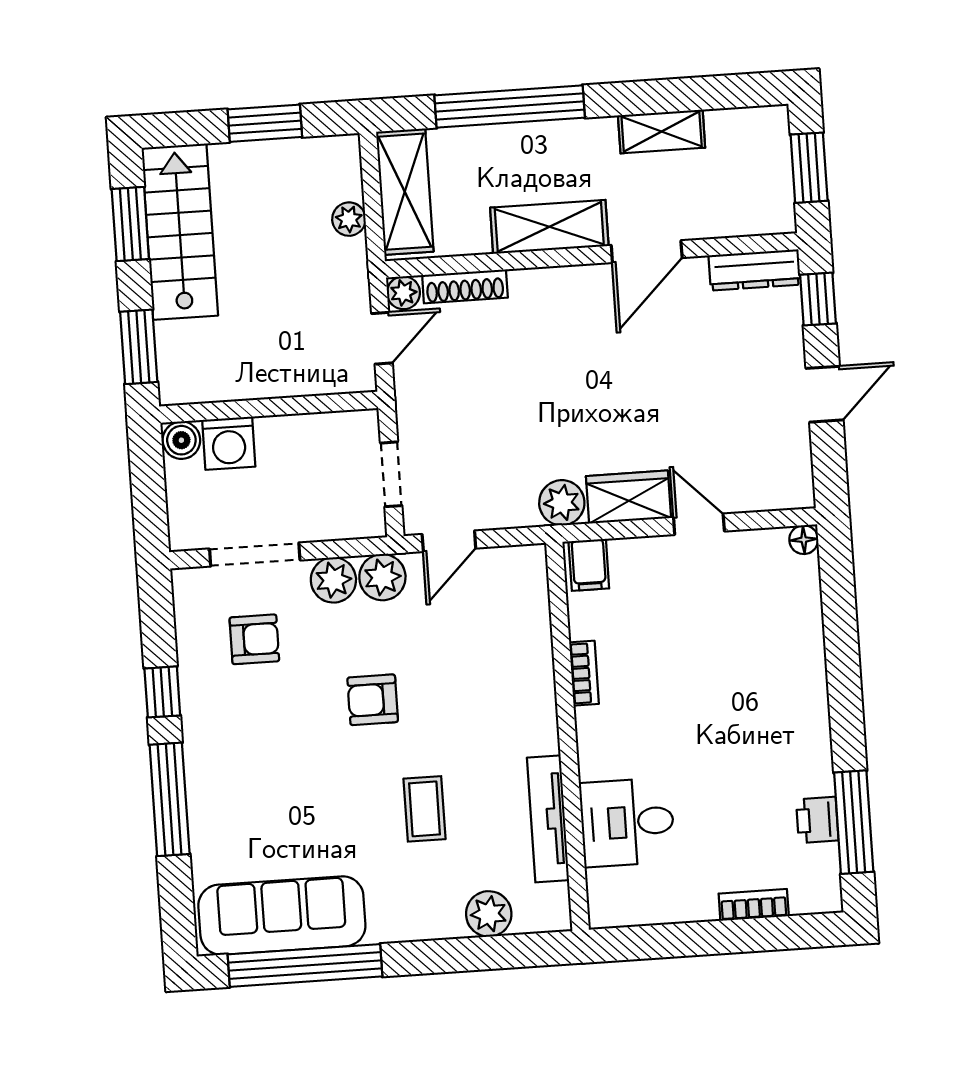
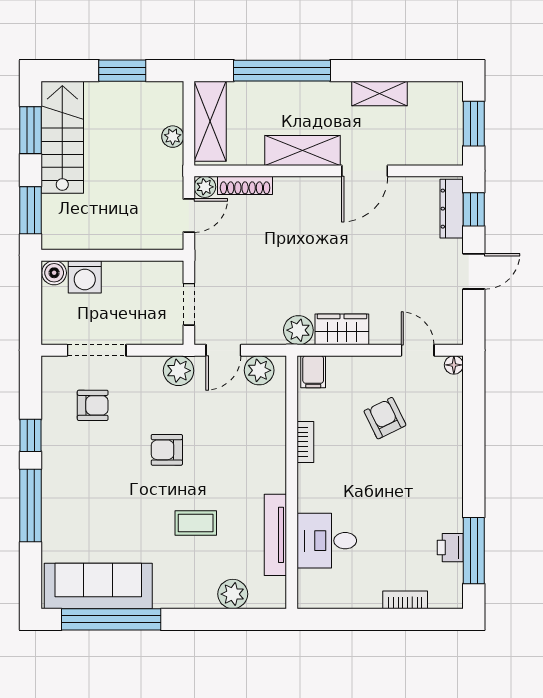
dresser: (755, 270) -> (452, 209), moved, turned 90
door: (699, 524) -> (418, 350), moved
plant: (333, 580) -> (259, 370), moved
armchair: (704, 628) -> (385, 418), added
coffee table: (425, 809) -> (196, 523), turned 90

